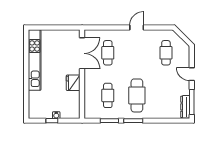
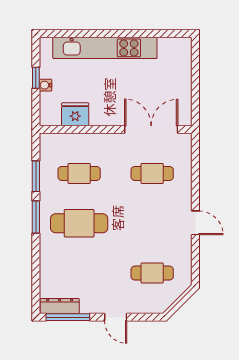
double door: (82, 53) -> (151, 129), swing flipped
kitchen unit: (35, 60) -> (105, 48), moved
door: (192, 74) -> (116, 317), swing flipped
fridge: (73, 83) -> (75, 114), moved

